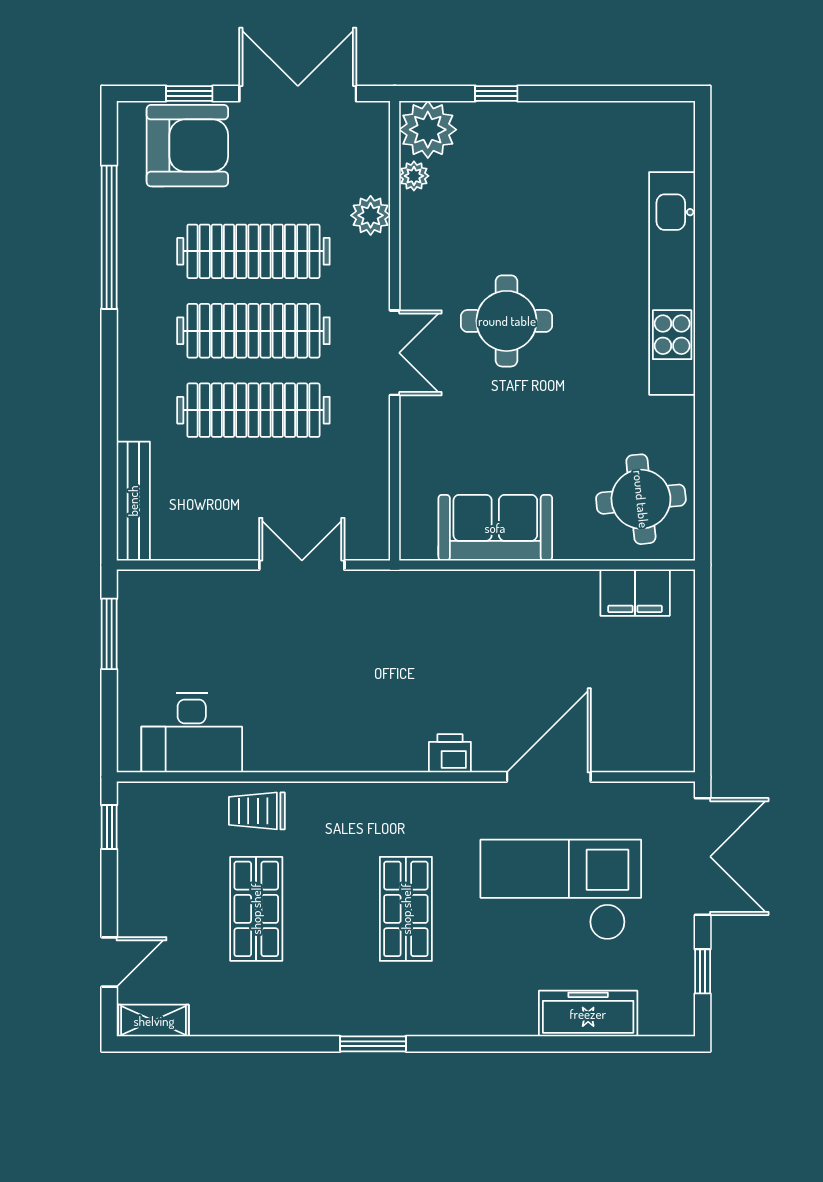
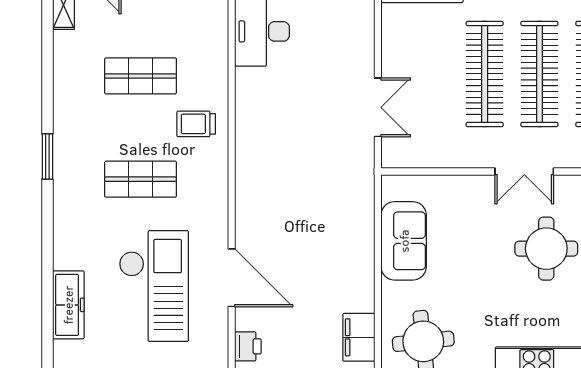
printer: (450, 753) -> (248, 346), moved
trolley: (257, 811) -> (196, 124), moved, turned -90

